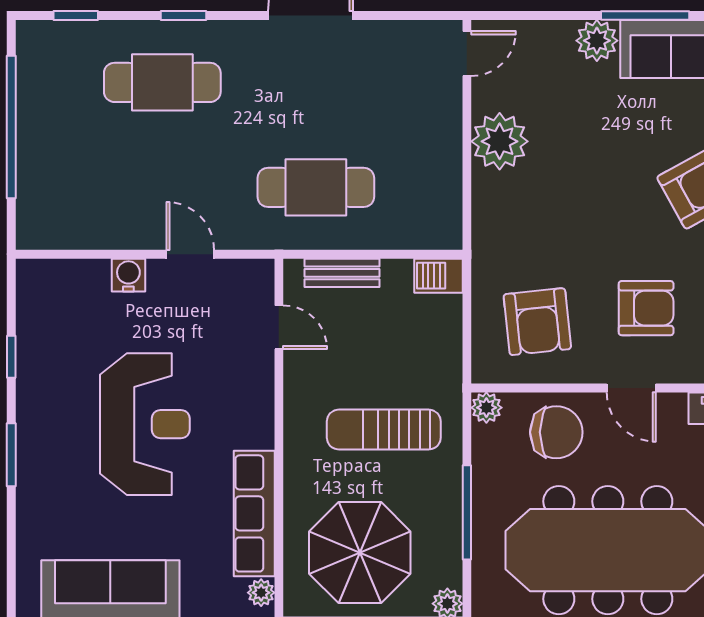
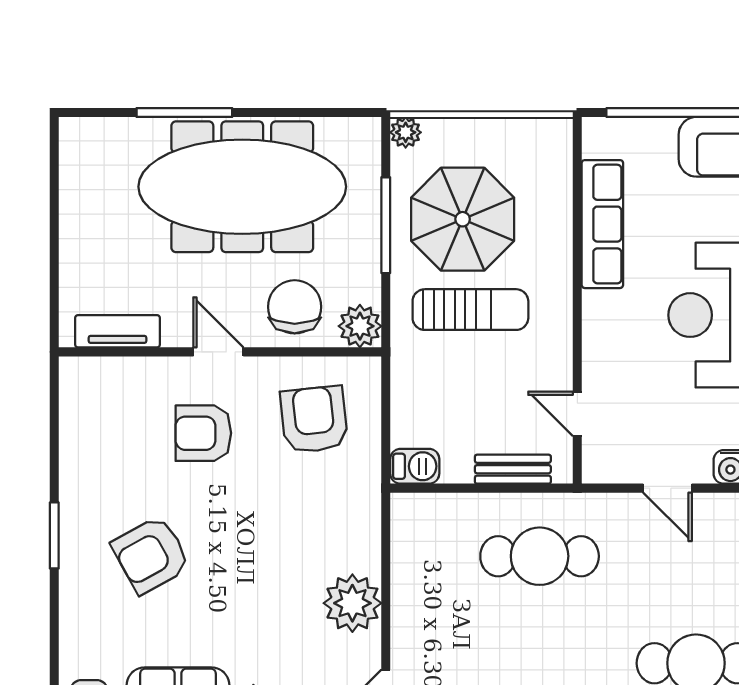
plant: (486, 408) -> (360, 326), width x1.38, depth x1.38
chair: (556, 432) -> (295, 307), turned 90
parasol: (360, 553) -> (463, 219), moved
plant: (261, 593) -> (595, 143), removed

